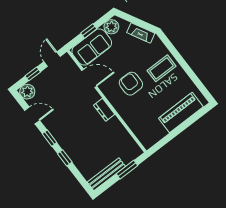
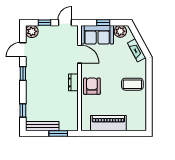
armchair: (131, 84) -> (92, 86), moved
piano: (181, 112) -> (108, 123), moved
door: (32, 115) -> (23, 50), swing flipped
window: (65, 158) -> (23, 110), moved

